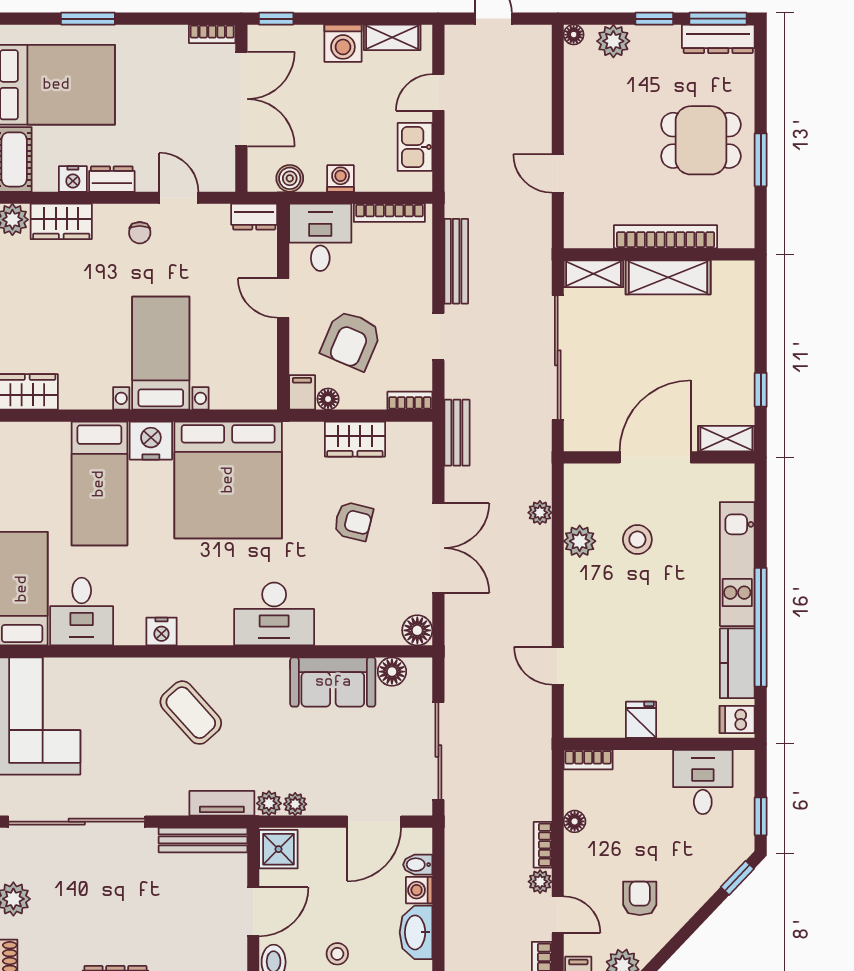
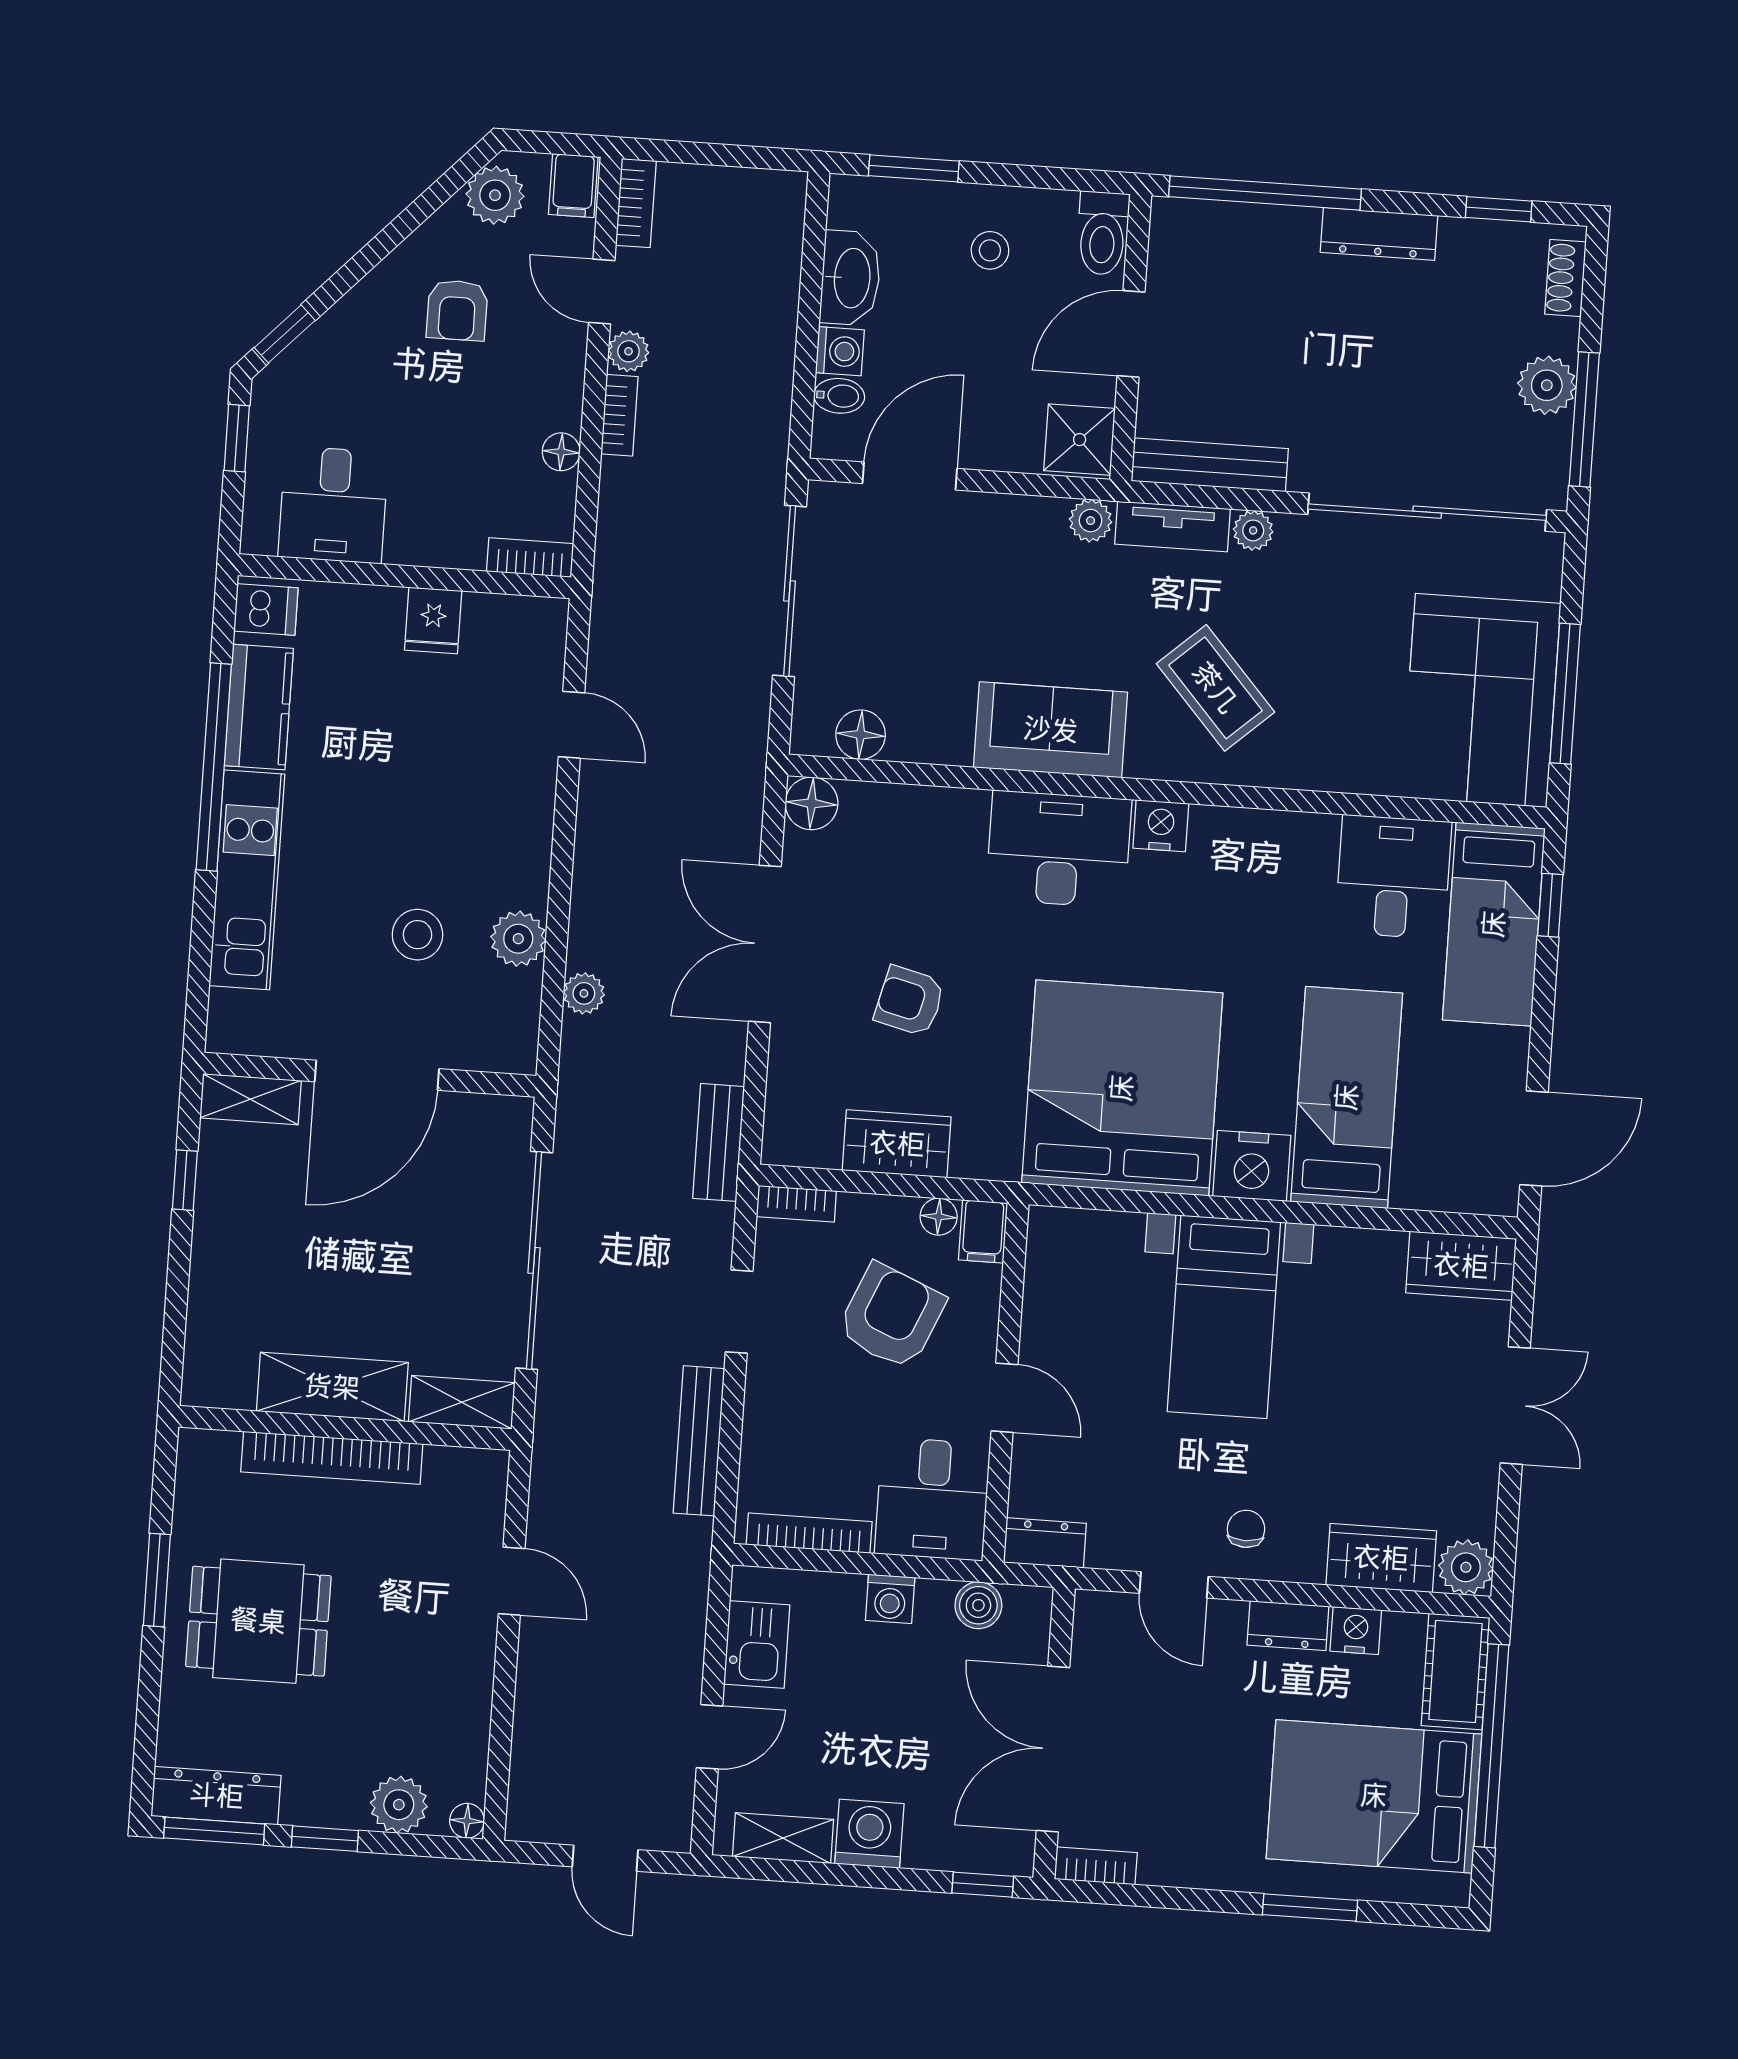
nightstand: (161, 632) -> (1161, 826), moved
sofa: (333, 682) -> (1051, 730), moved
plant: (295, 804) -> (1253, 530), moved

